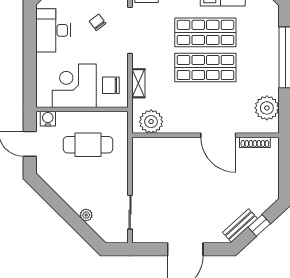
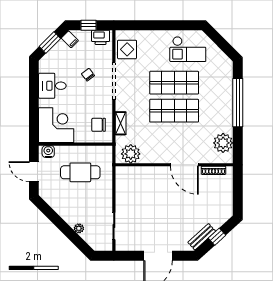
desk: (53, 30) -> (52, 86), width x0.73
corner desk: (74, 86) -> (56, 125), moved, turned 90

